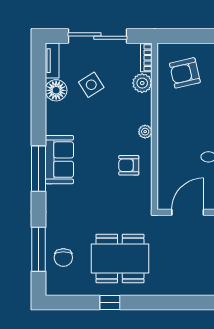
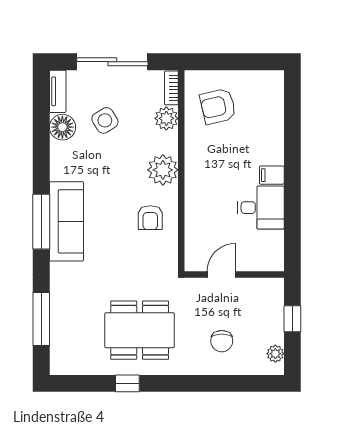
plant: (145, 132) -> (163, 170), width x1.87, depth x1.87
sofa: (59, 160) -> (66, 221), width x1.36
armchair: (129, 165) -> (150, 218), turned -90
door: (188, 212) -> (221, 274), width x0.73
chair: (63, 258) -> (222, 341), moved

